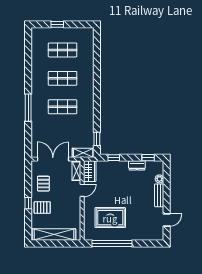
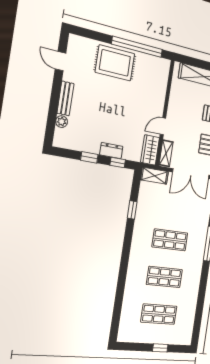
window: (97, 139) -> (132, 210), moved
window: (148, 158) -> (89, 157), moved
dresser: (137, 165) -> (111, 151), moved
rug: (110, 218) -> (115, 63), moved
door: (167, 220) -> (61, 61), hinge flipped

